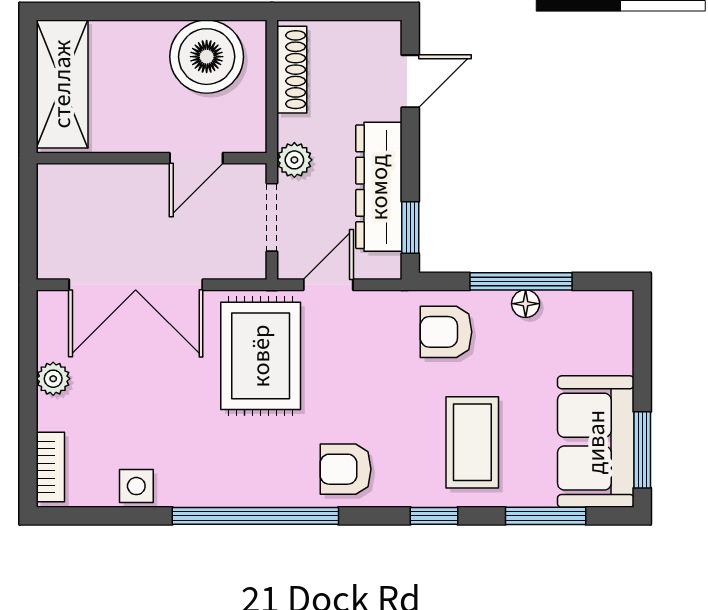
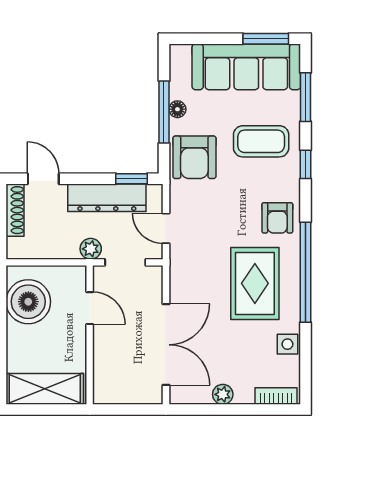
shoe rack: (292, 70) -> (15, 210), moved, turned 90
armchair: (446, 332) -> (194, 157), width x1.38, depth x1.38
rug: (261, 356) -> (255, 283), moved, turned 90
sofa: (596, 442) -> (246, 67), width x1.36

